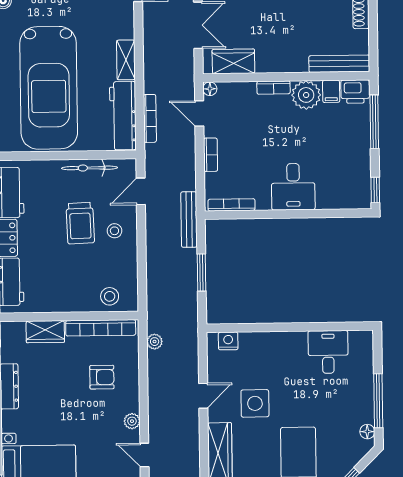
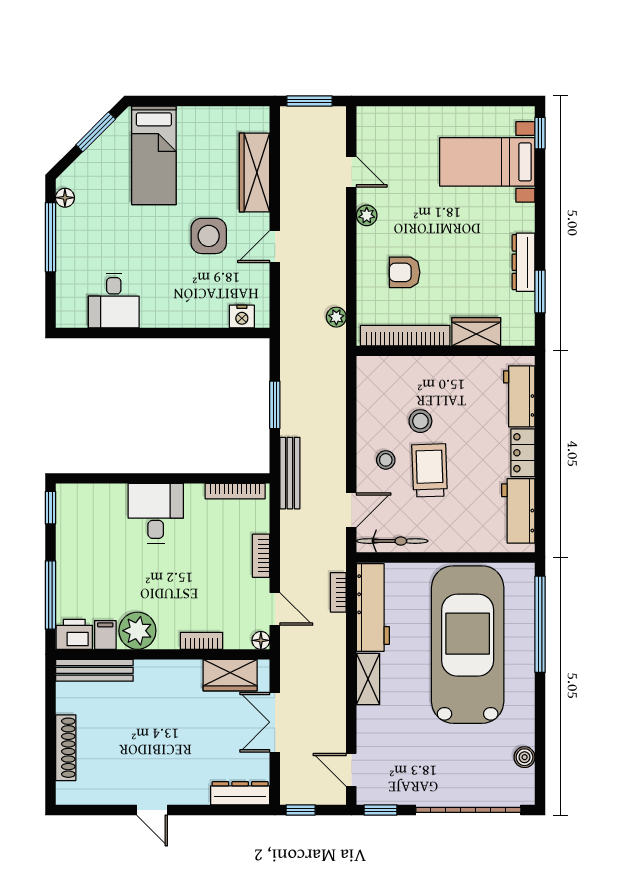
bookcase: (273, 88) -> (202, 641), moved
bookcase: (150, 118) -> (338, 592), width x0.64
bicycle: (90, 168) -> (392, 541), moved
stool: (110, 296) -> (420, 421), moved

